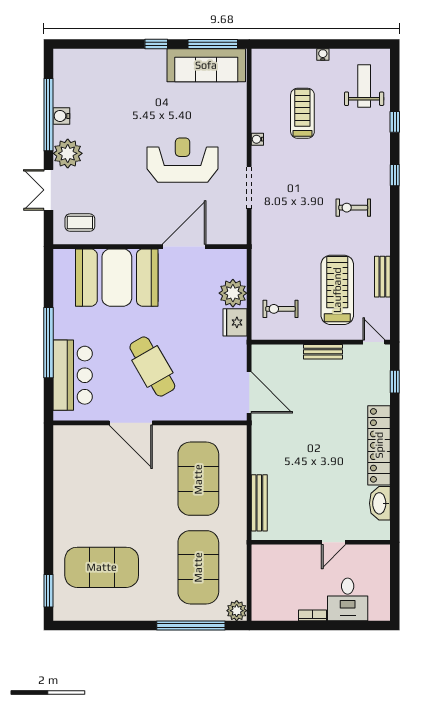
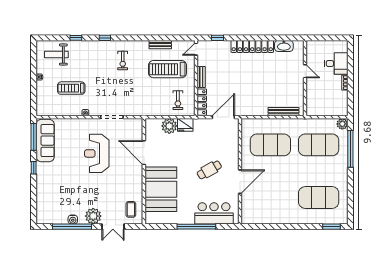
locker: (277, 353) -> (202, 102), added
cafe table: (152, 367) -> (209, 170), width x0.73, depth x0.74
exercise mat: (102, 567) -> (319, 198), turned 90

